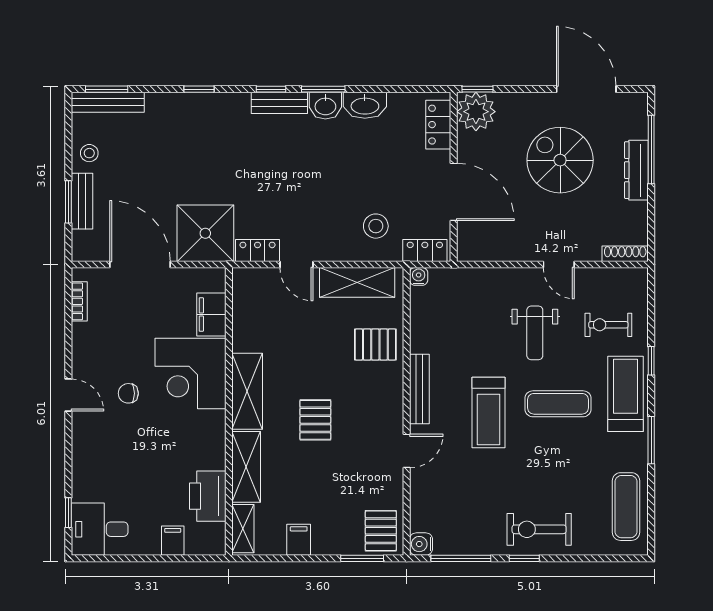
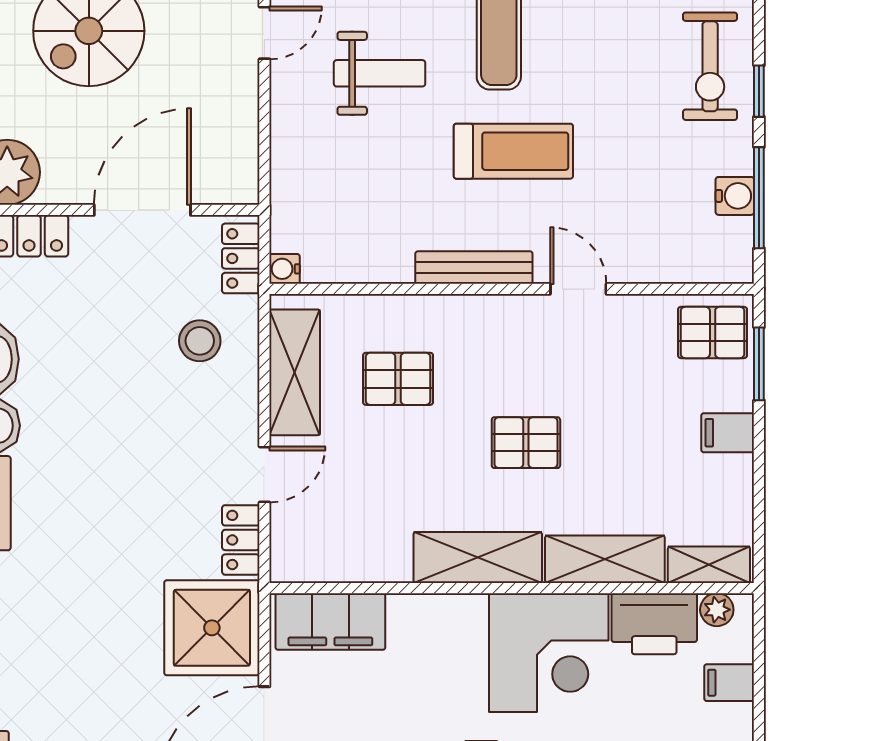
filing cabinet: (211, 315) -> (330, 622), width x1.50, depth x1.17
pallet: (375, 345) -> (398, 379), moved, turned 90
corner desk: (191, 374) -> (549, 653), moved
plant: (216, 533) -> (717, 610), added
filing cabinet: (299, 540) -> (728, 433), moved
water cooler: (421, 544) -> (735, 196), moved, turned -90

